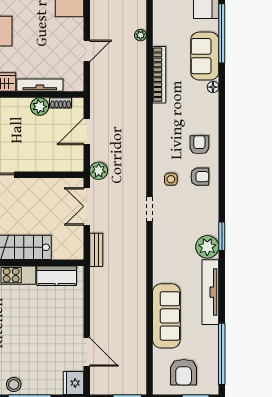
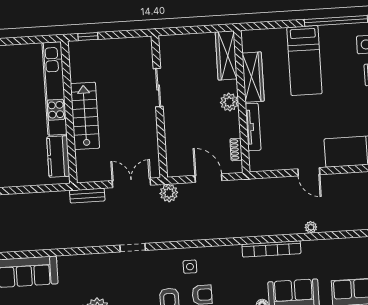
door: (87, 51) -> (309, 172), moved
plant: (40, 107) -> (229, 102), moved
side table: (171, 179) -> (190, 267), moved

